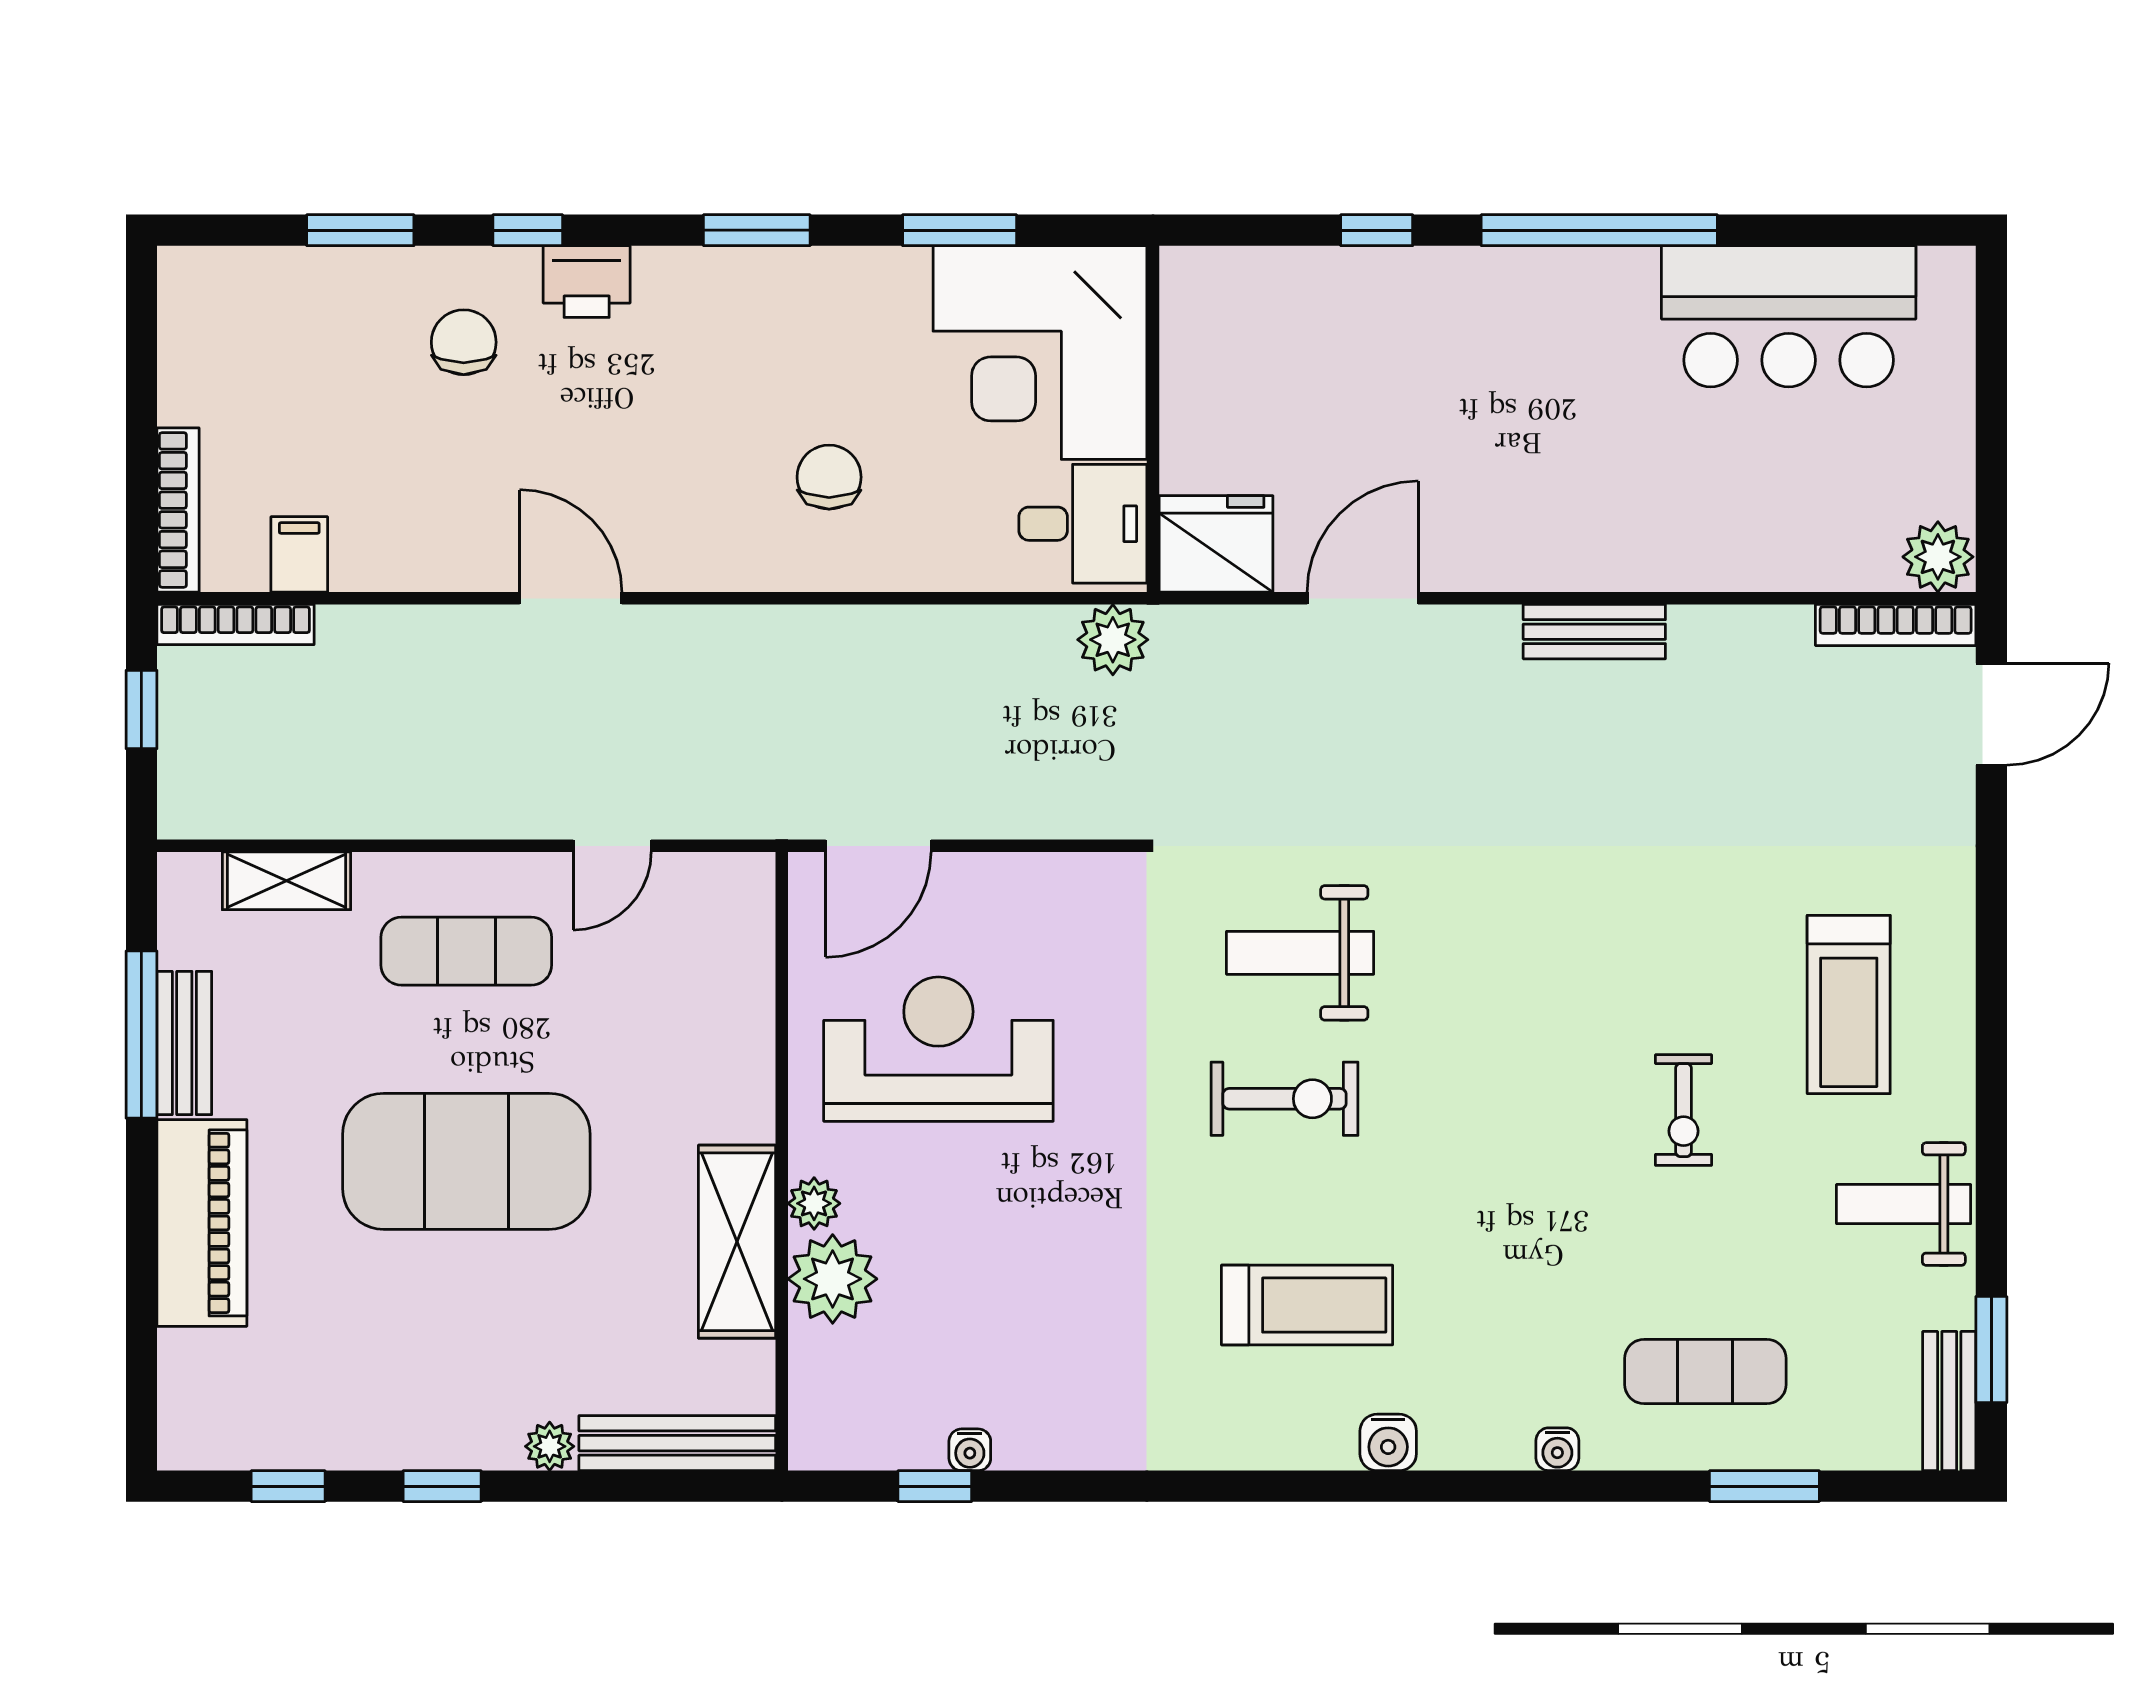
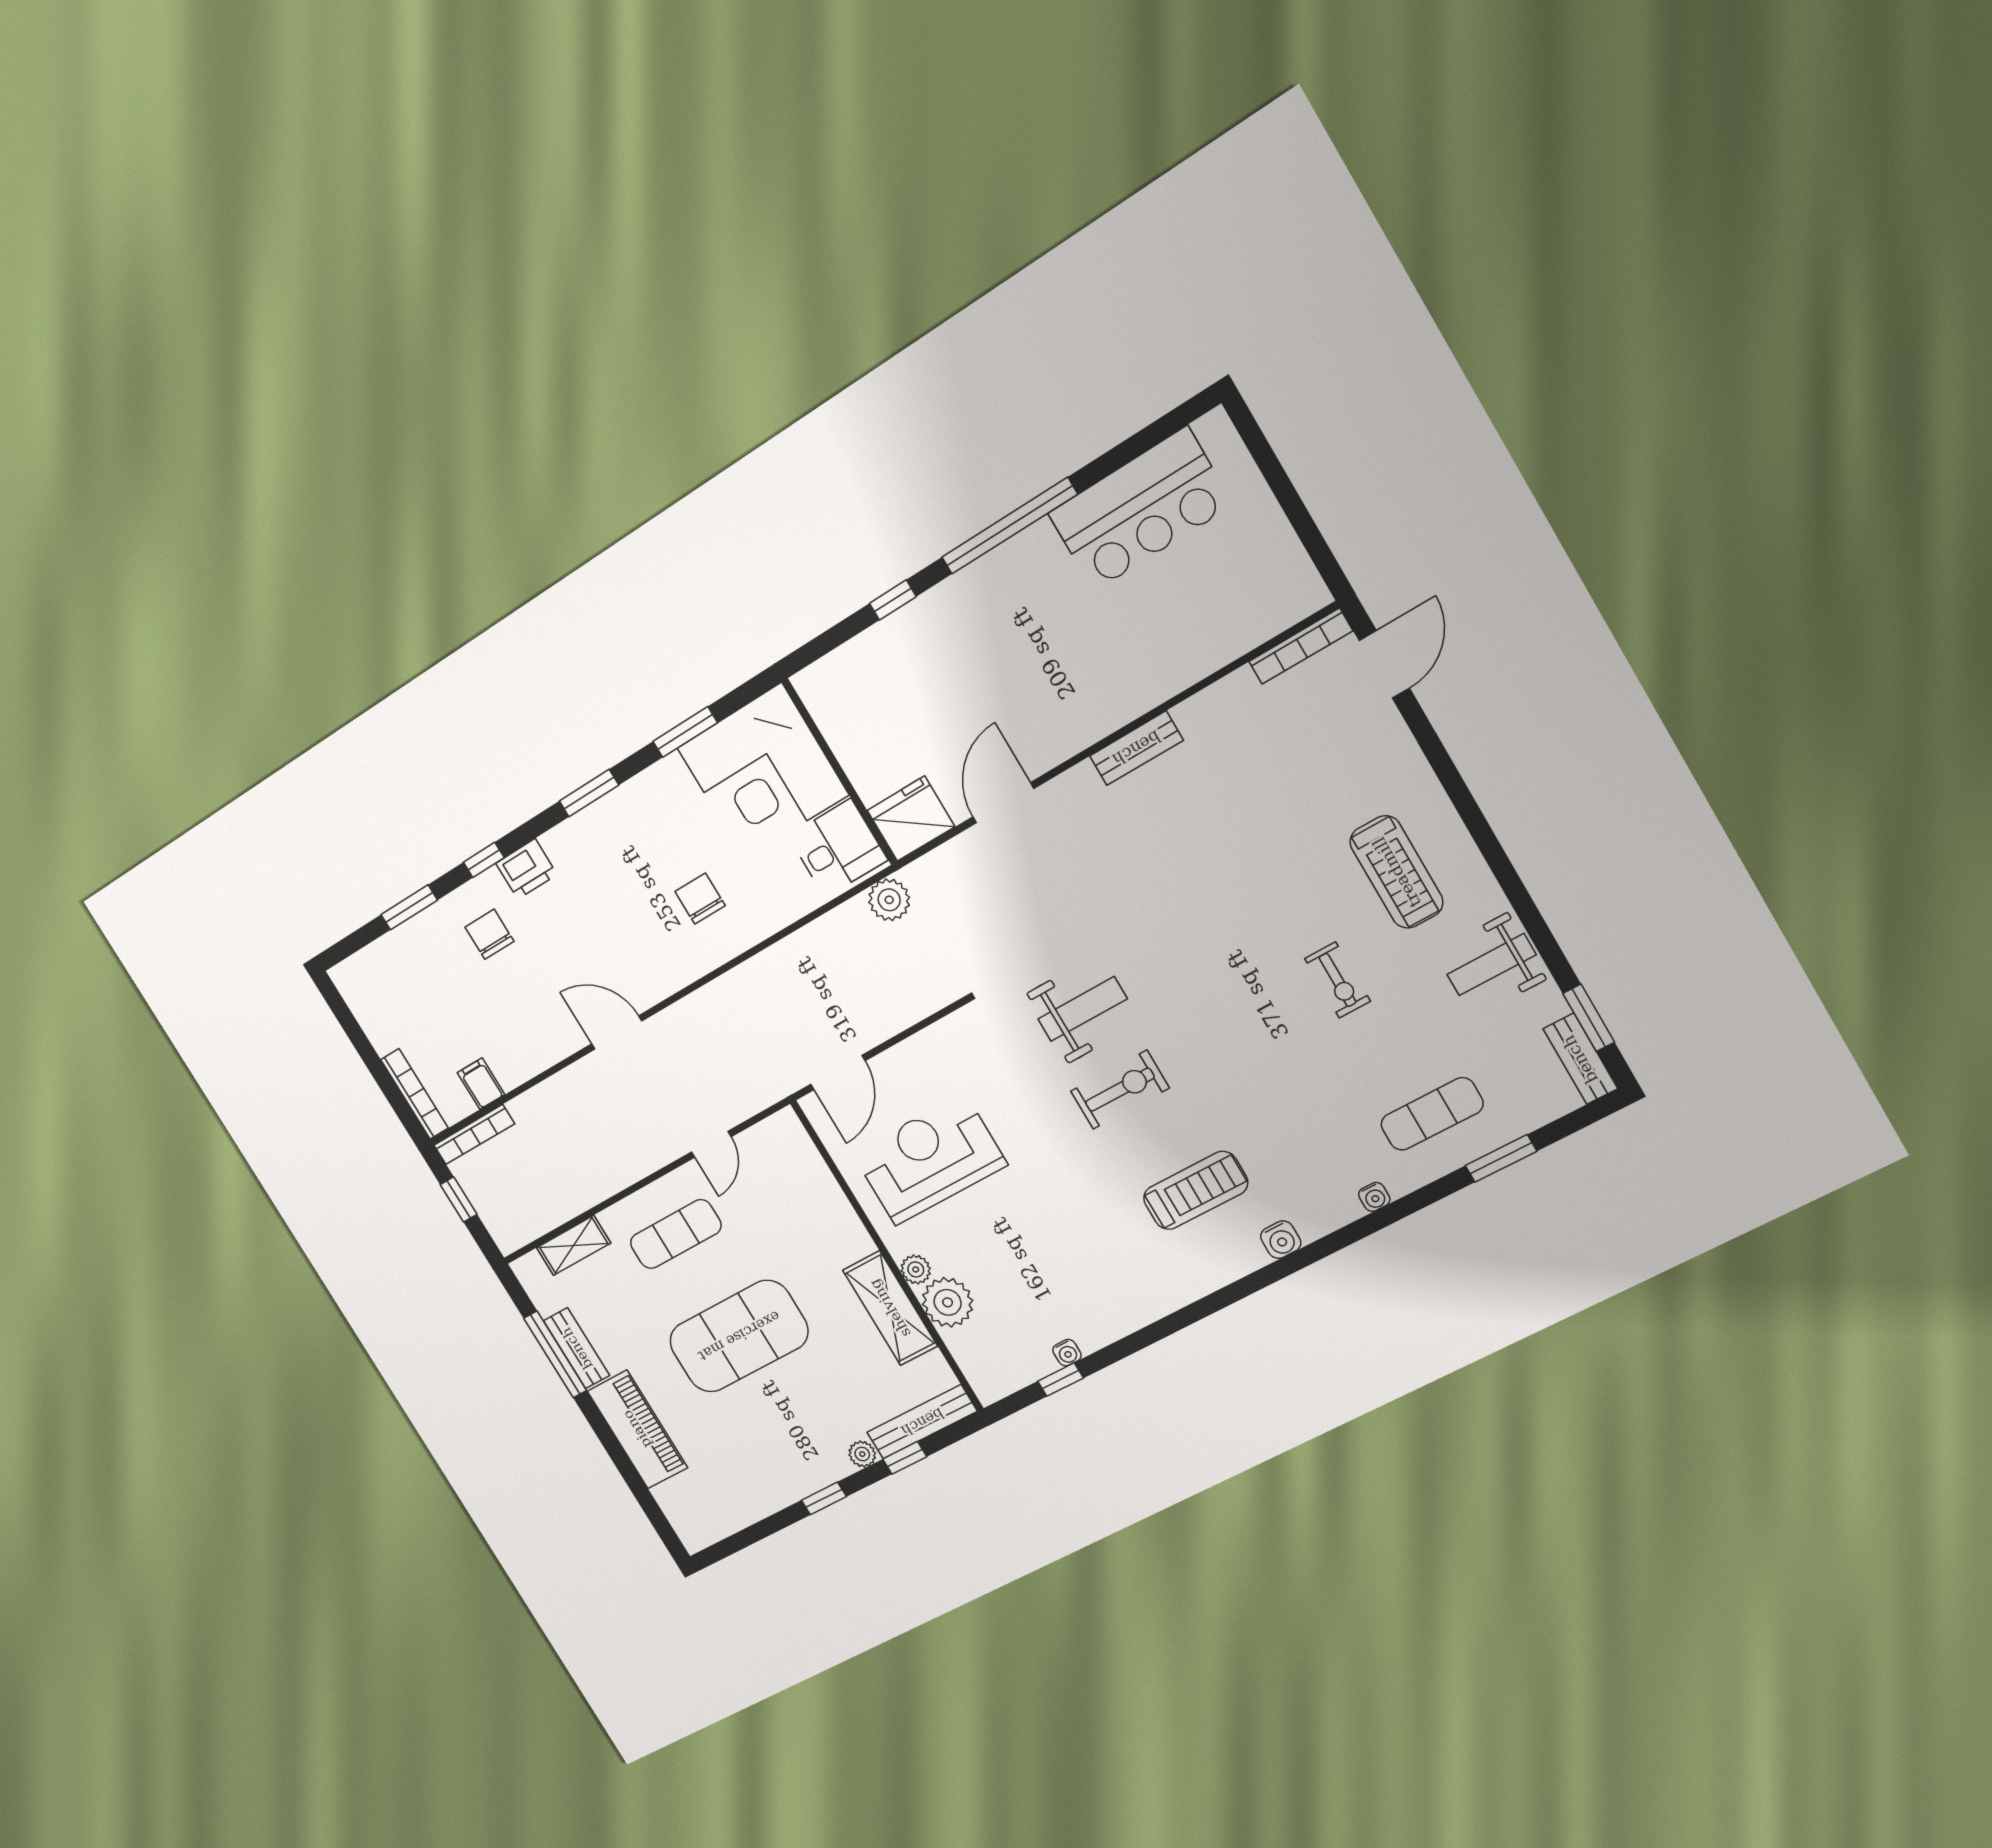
plant: (1938, 557) -> (1302, 594), removed
weight bench: (1300, 953) -> (1083, 1009), turned 180
window: (288, 1486) -> (905, 1458), moved

